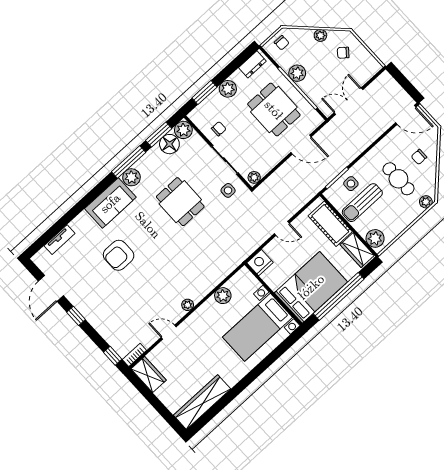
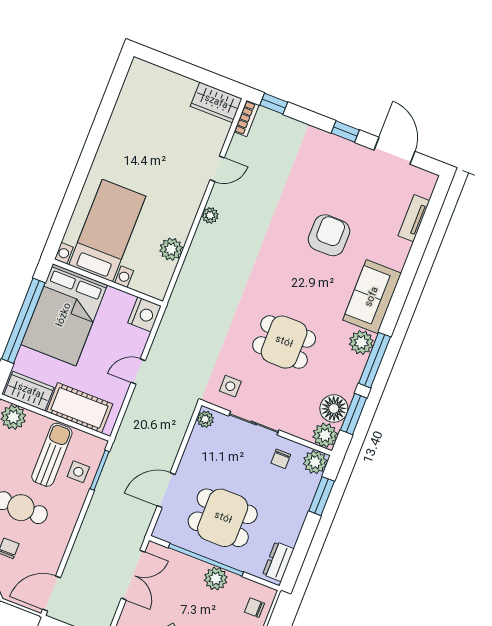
plant: (228, 89) -> (315, 462), moved
wardrobe: (202, 402) -> (131, 101), removed

